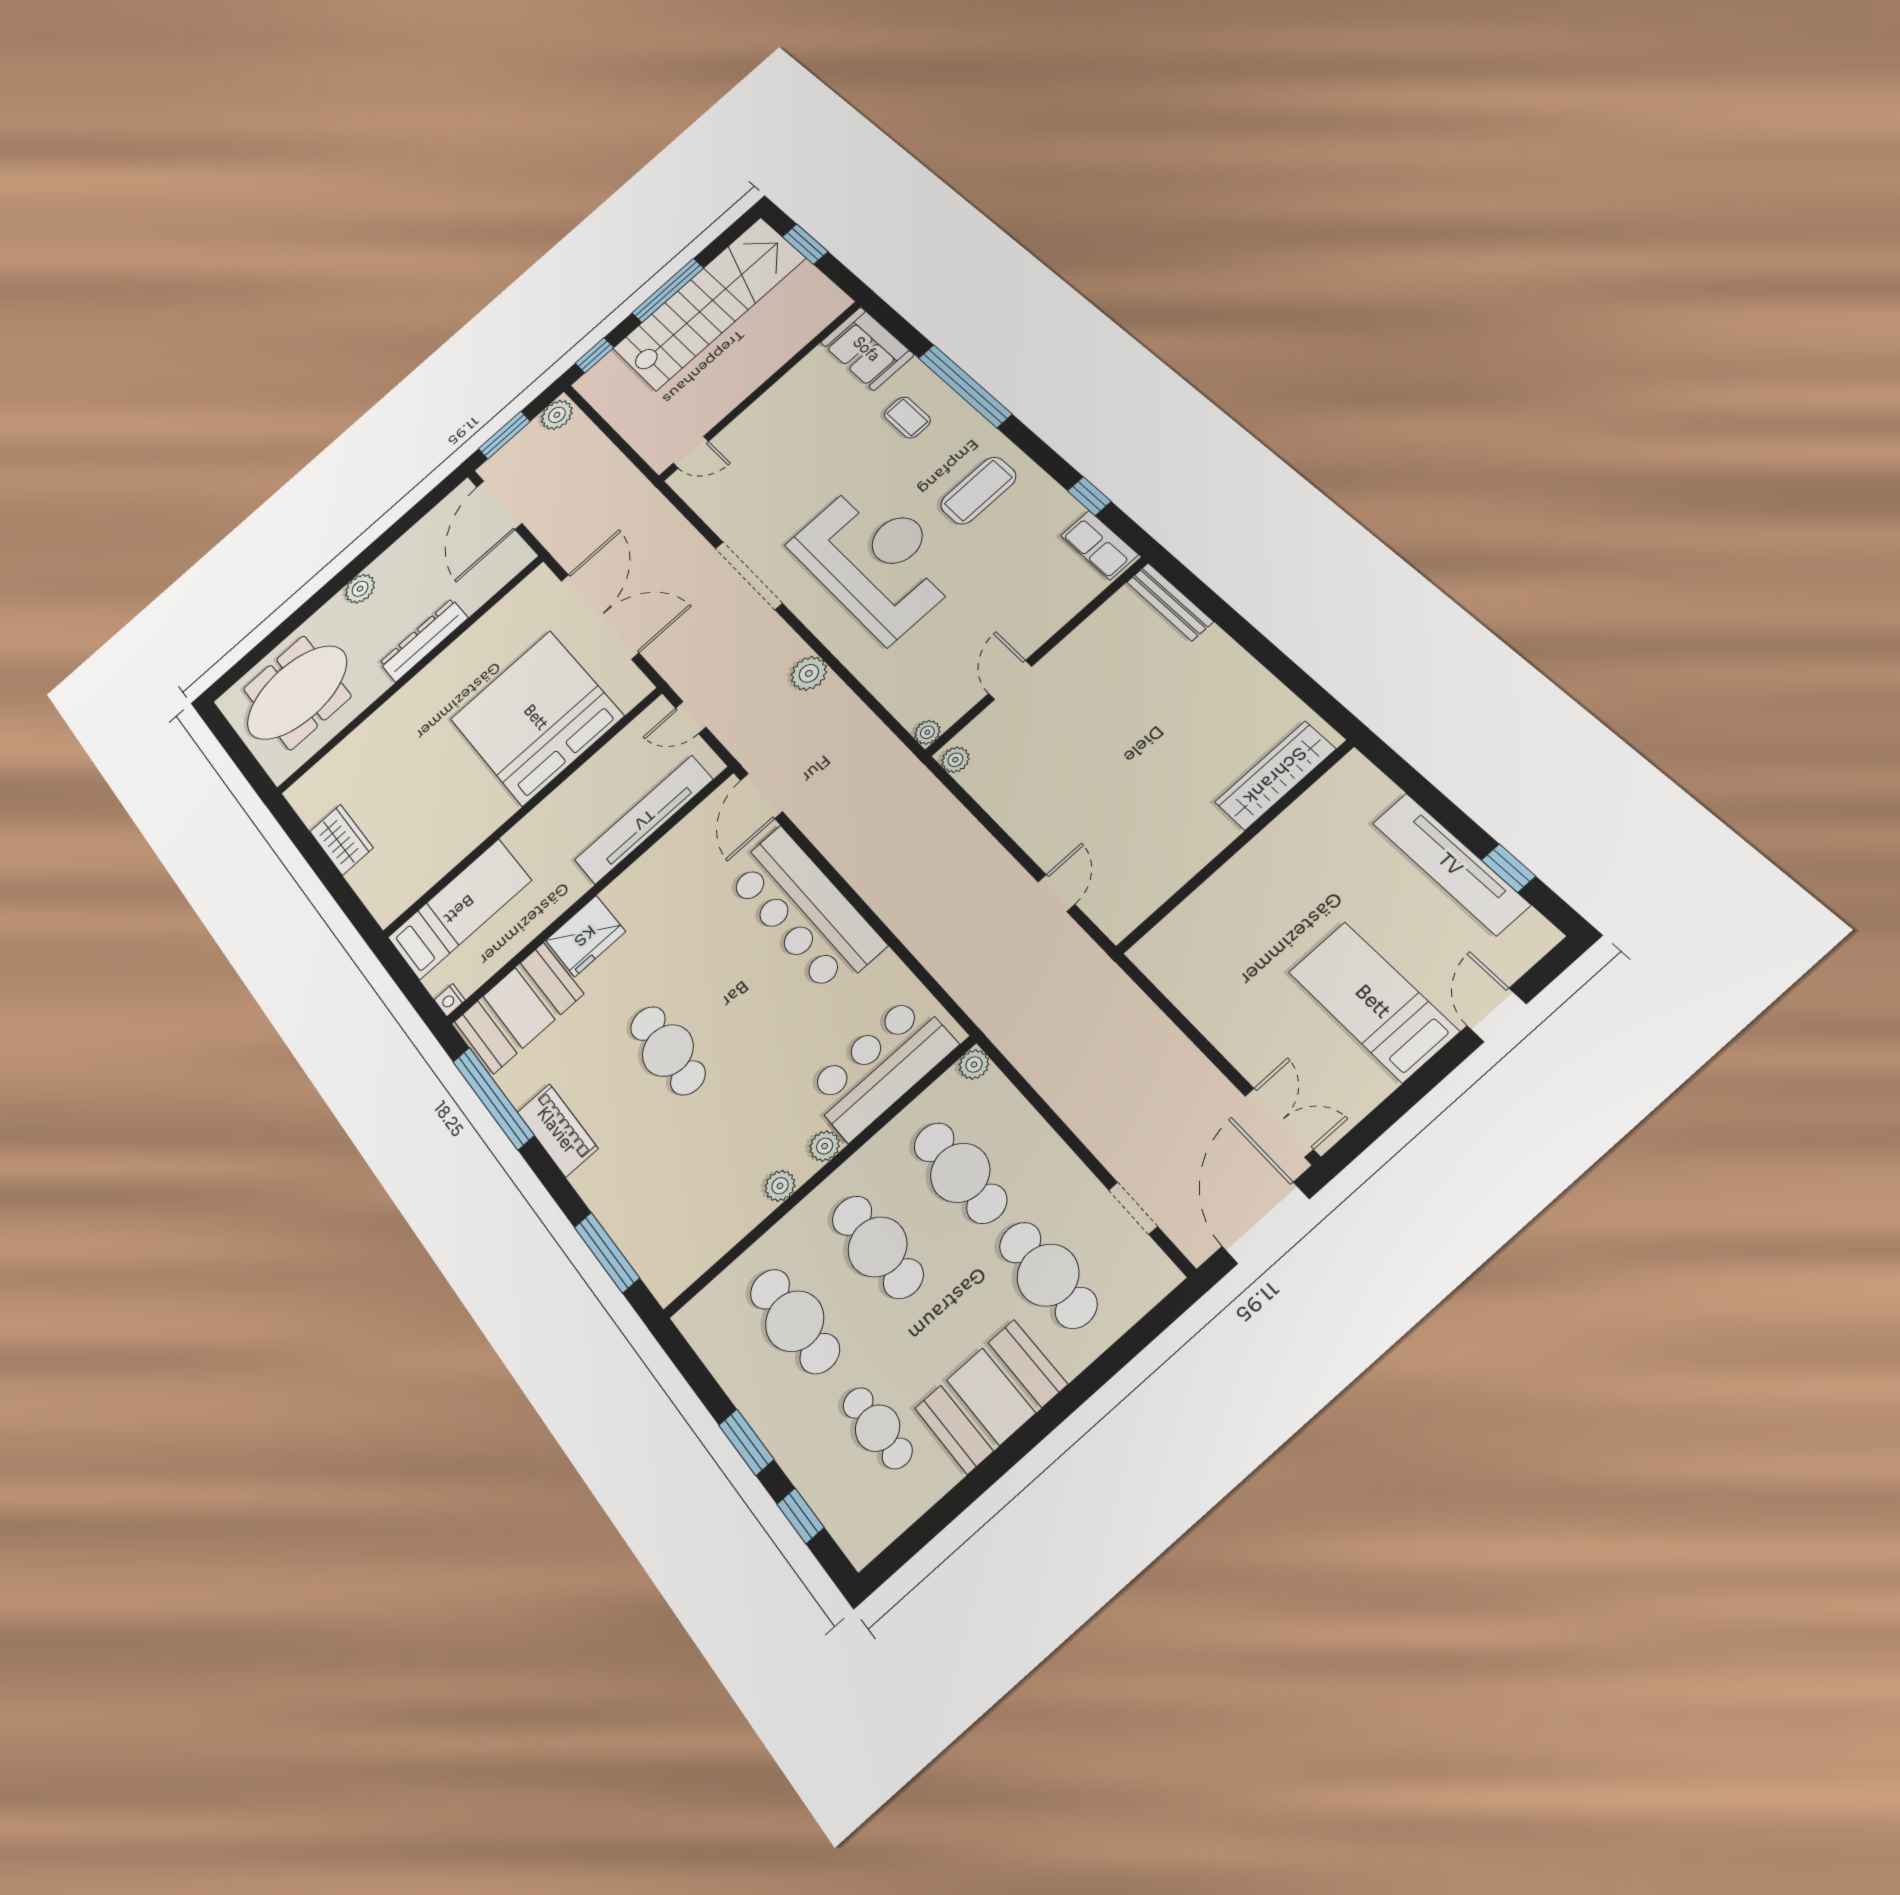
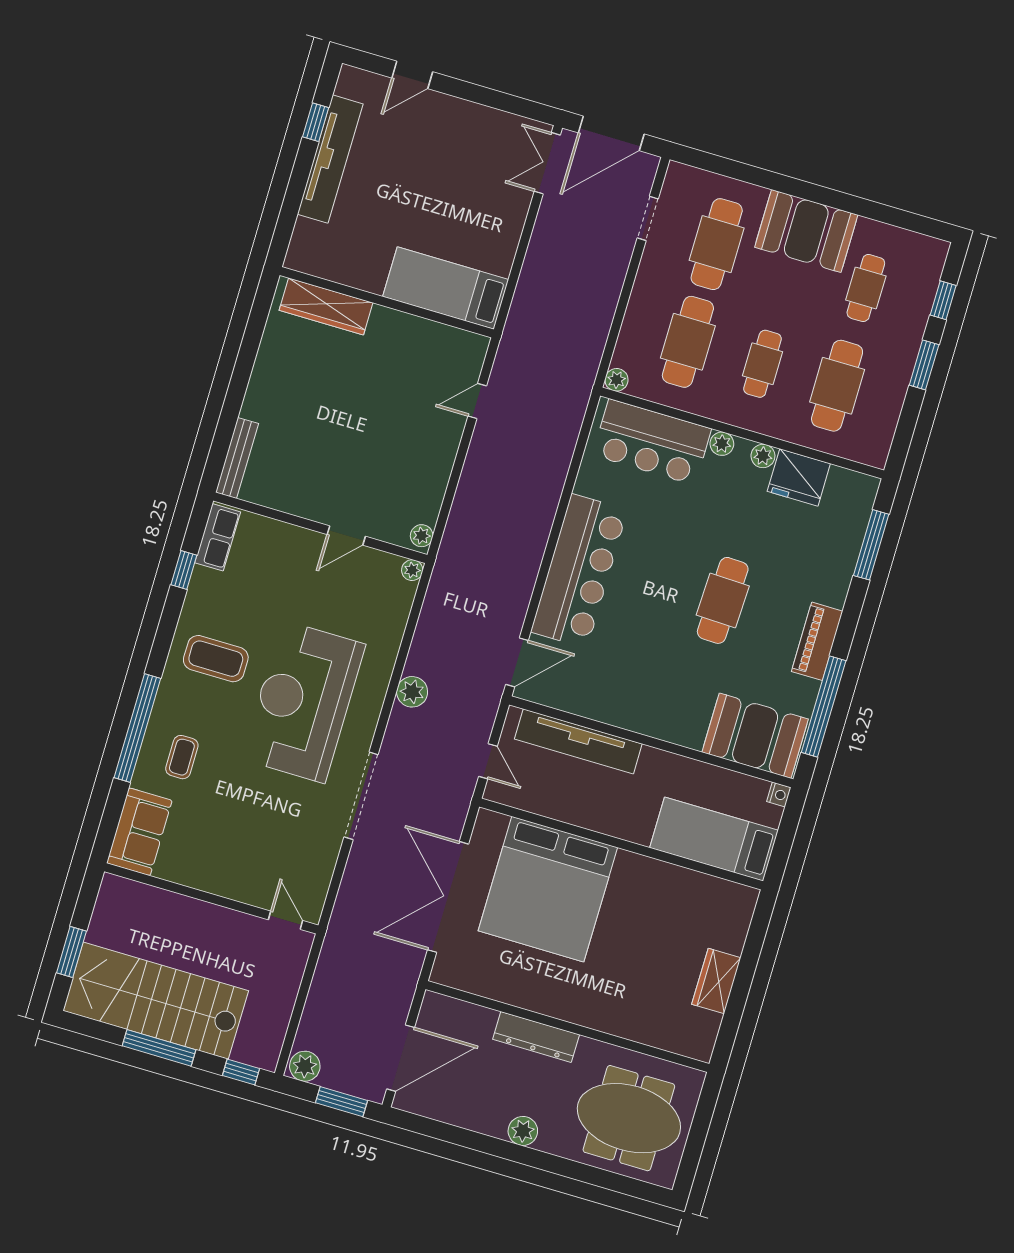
fridge: (585, 936) -> (799, 477), moved, turned 180
bed: (1373, 1001) -> (446, 288), moved, turned 90
cafe table: (877, 1247) -> (762, 364), width x0.73, depth x0.74

